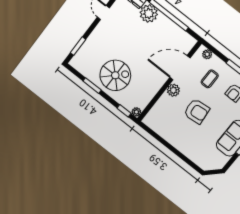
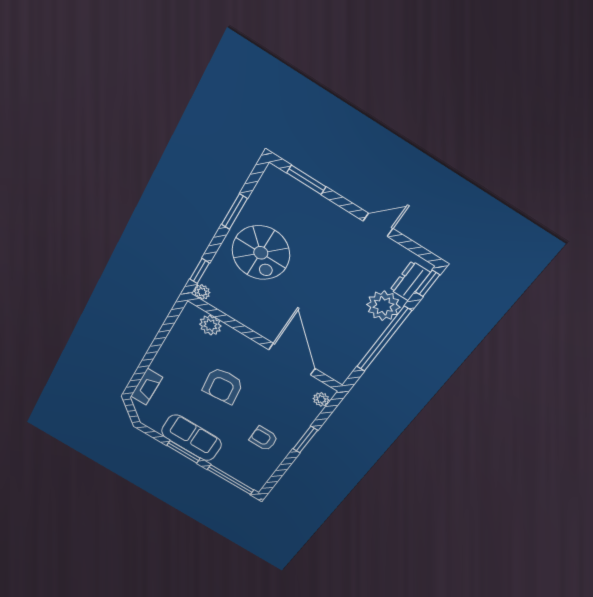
coffee table: (210, 79) -> (280, 404), removed
plant: (173, 90) -> (210, 325), moved
fireplace: (196, 158) -> (147, 387), added

